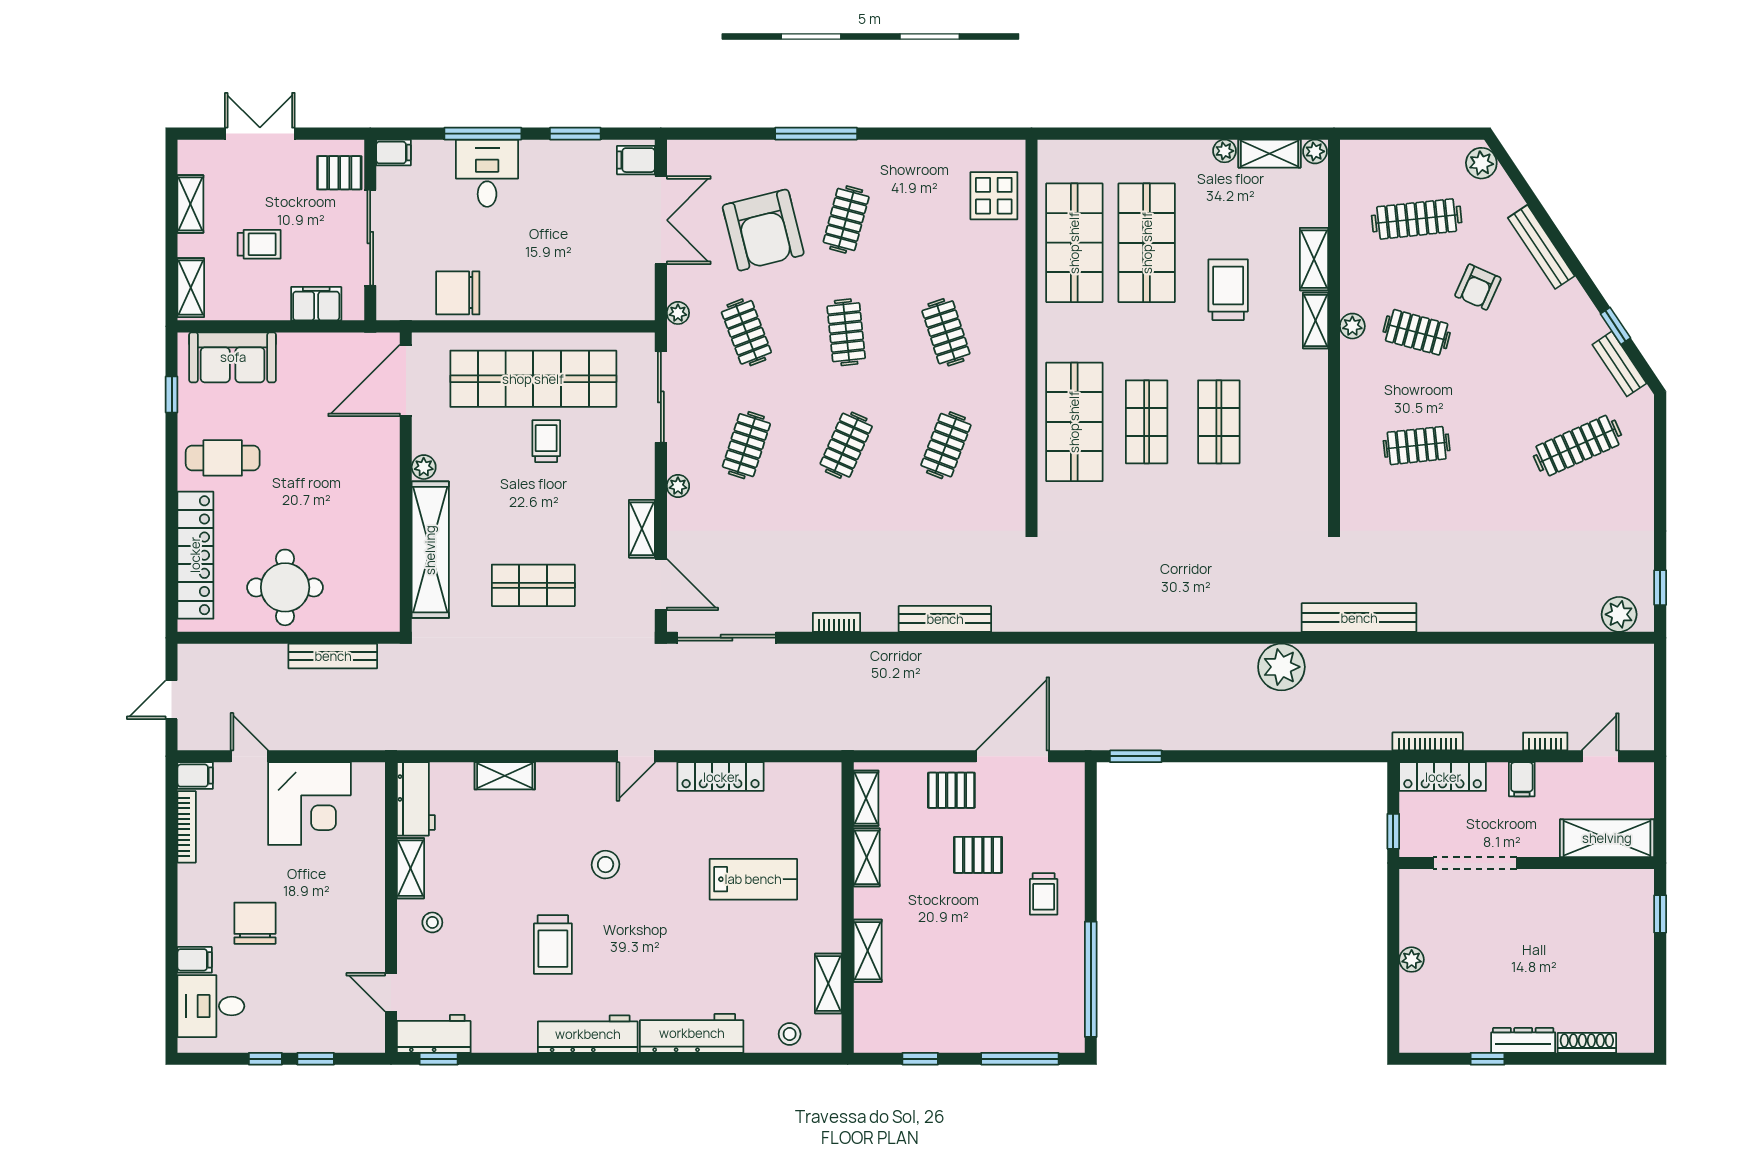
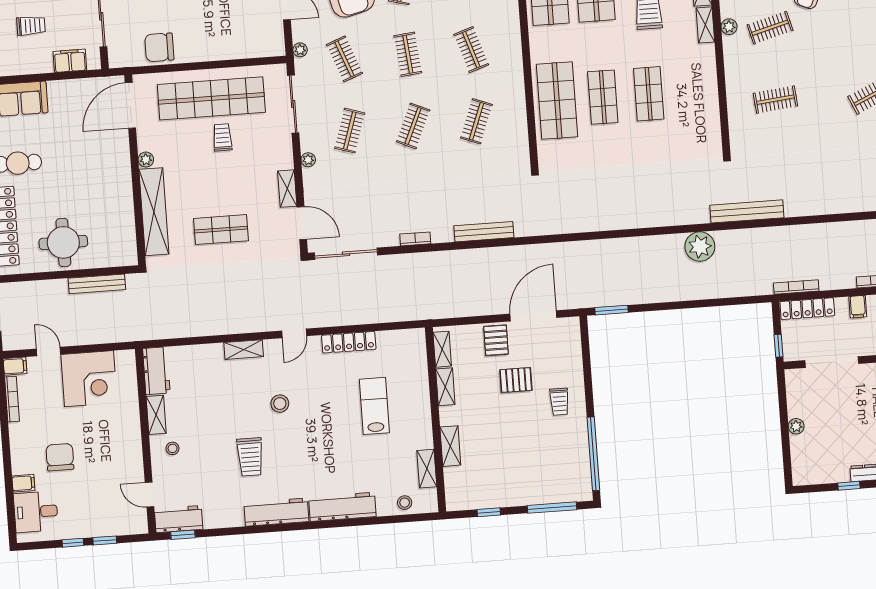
clothes rail: (1417, 332) -> (770, 28), turned -30
shelving: (505, 776) -> (244, 350), moved
pallet: (951, 790) -> (496, 340), turned 90
lab bench: (753, 879) -> (374, 406), turned -90

